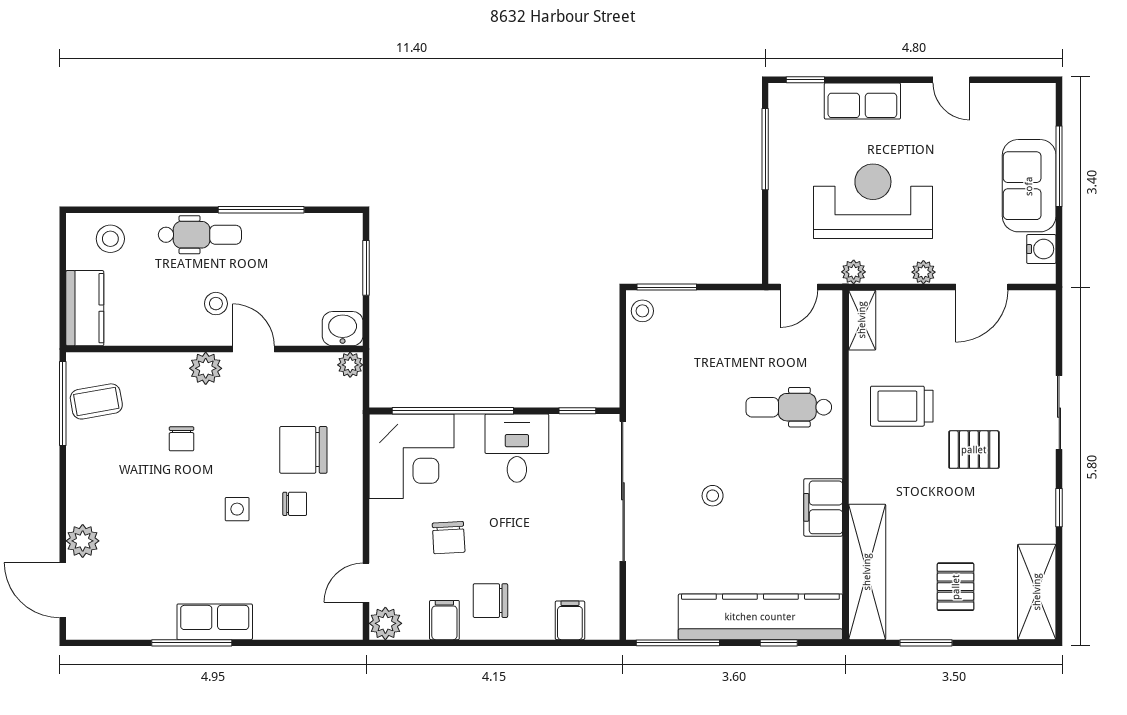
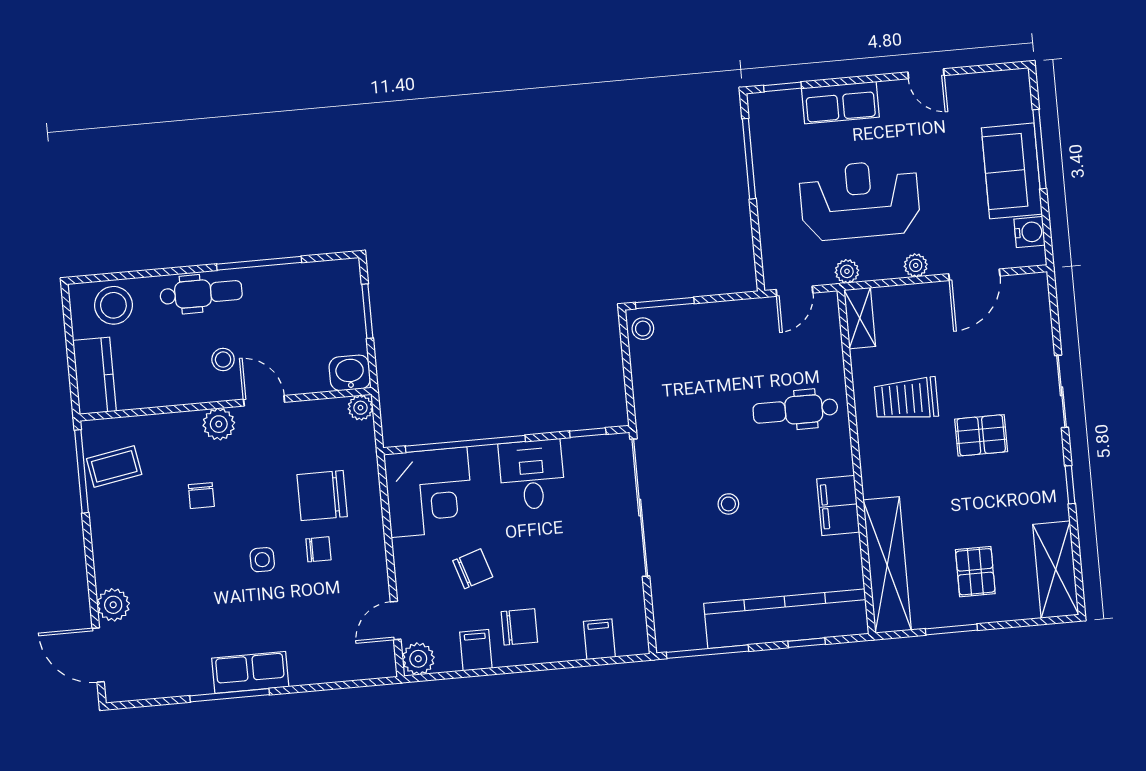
stool: (110, 239) -> (113, 305), width x1.38, depth x1.38
chair: (449, 538) -> (473, 569), turned -105
chair: (490, 601) -> (519, 627), turned 180

